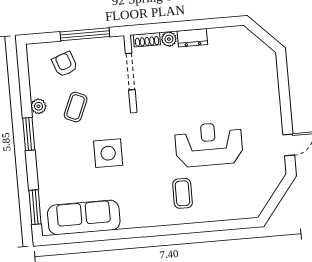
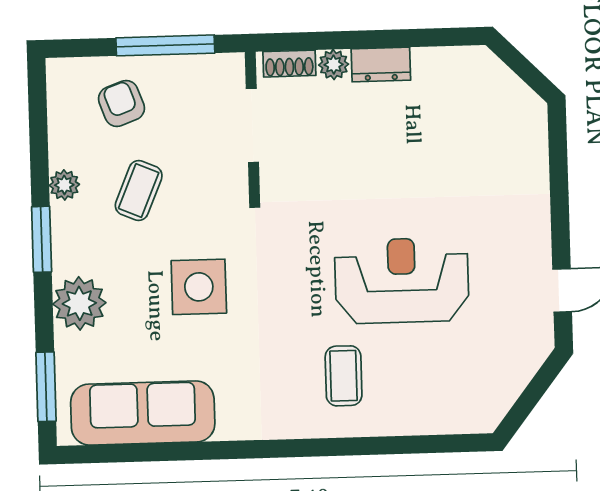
plant: (49, 165) -> (79, 303), added

